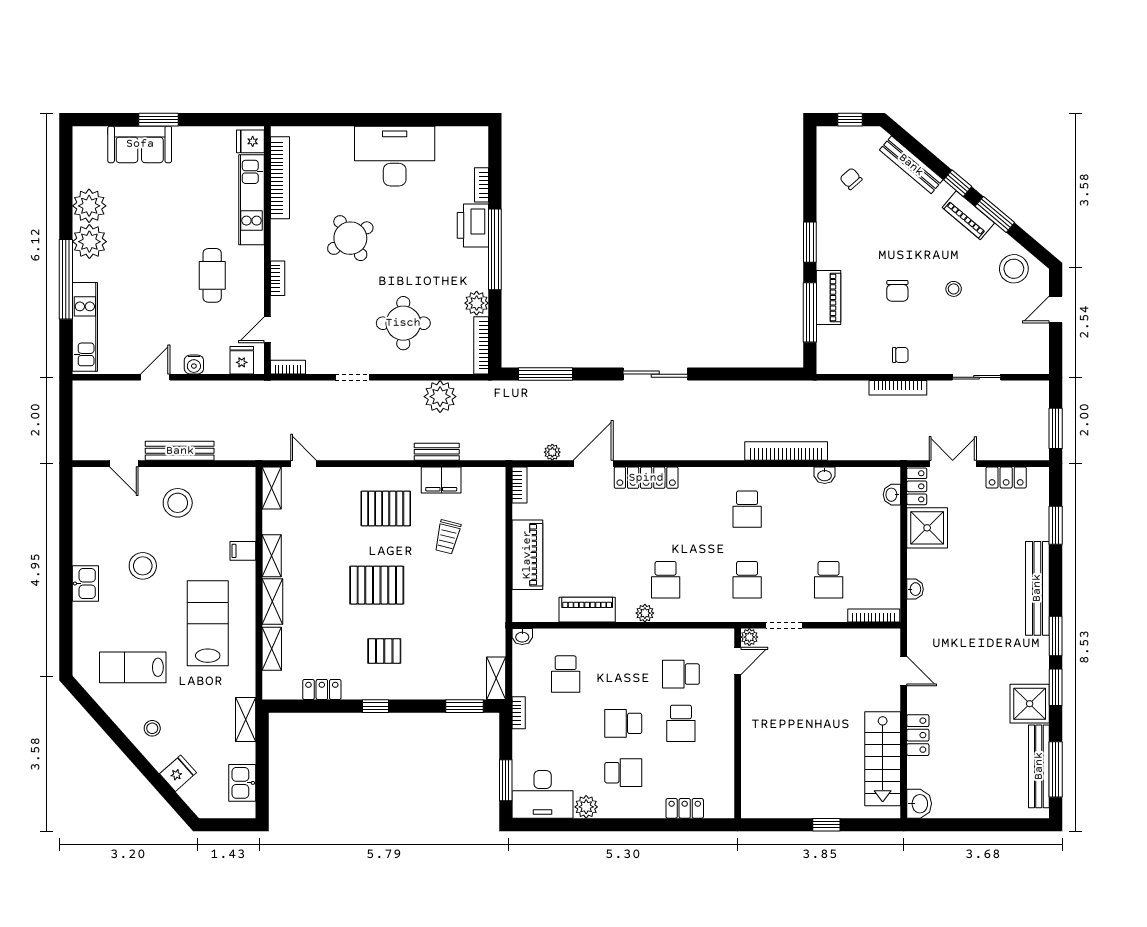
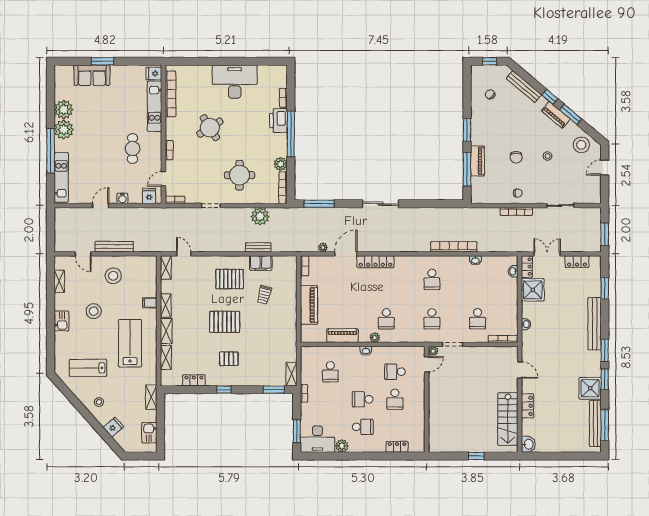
shelving: (81, 513) -> (59, 281), added
washbasin: (522, 637) -> (366, 351), moved

